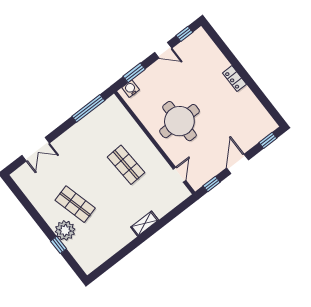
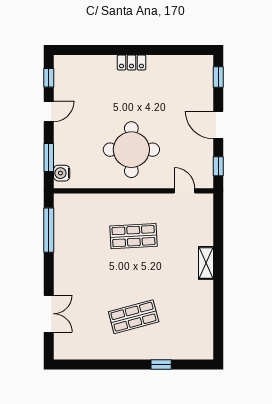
plant: (65, 230) -> (152, 347), removed

